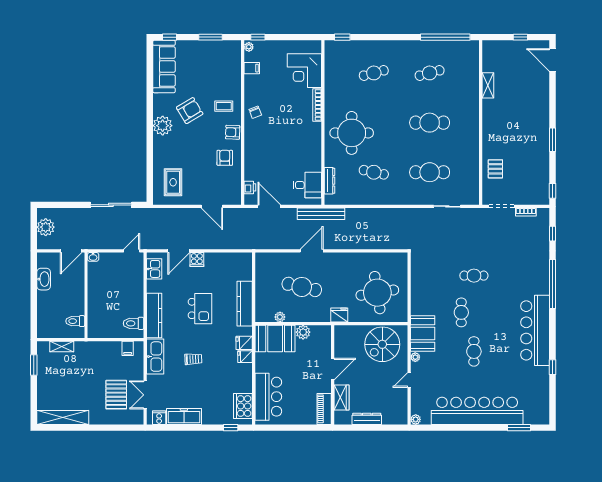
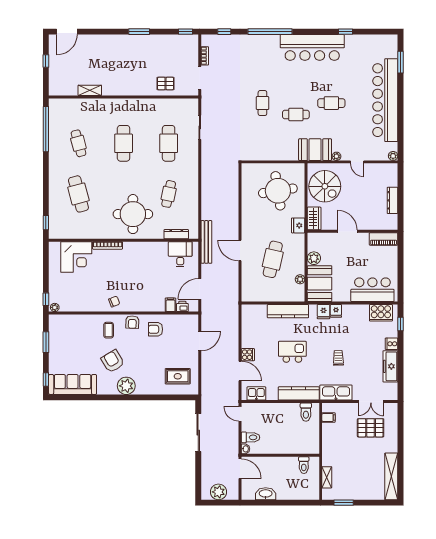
filing cabinet: (252, 68) -> (170, 305), moved
cafe table: (374, 73) -> (78, 194), width x1.37, depth x1.35
toilet: (106, 262) -> (250, 437), added
wardrobe: (341, 398) -> (314, 218), moved, turned 90
cooker: (159, 418) -> (392, 344), moved

